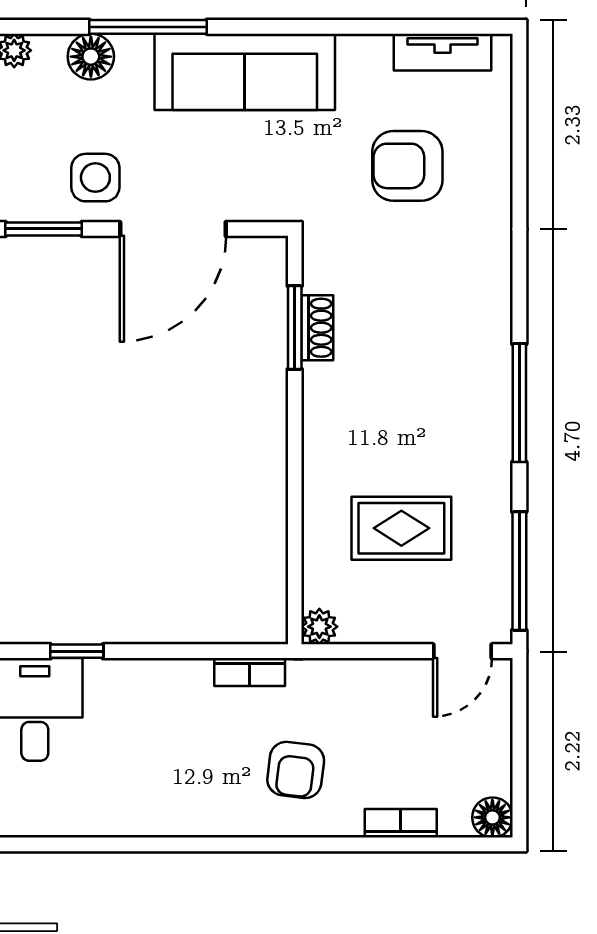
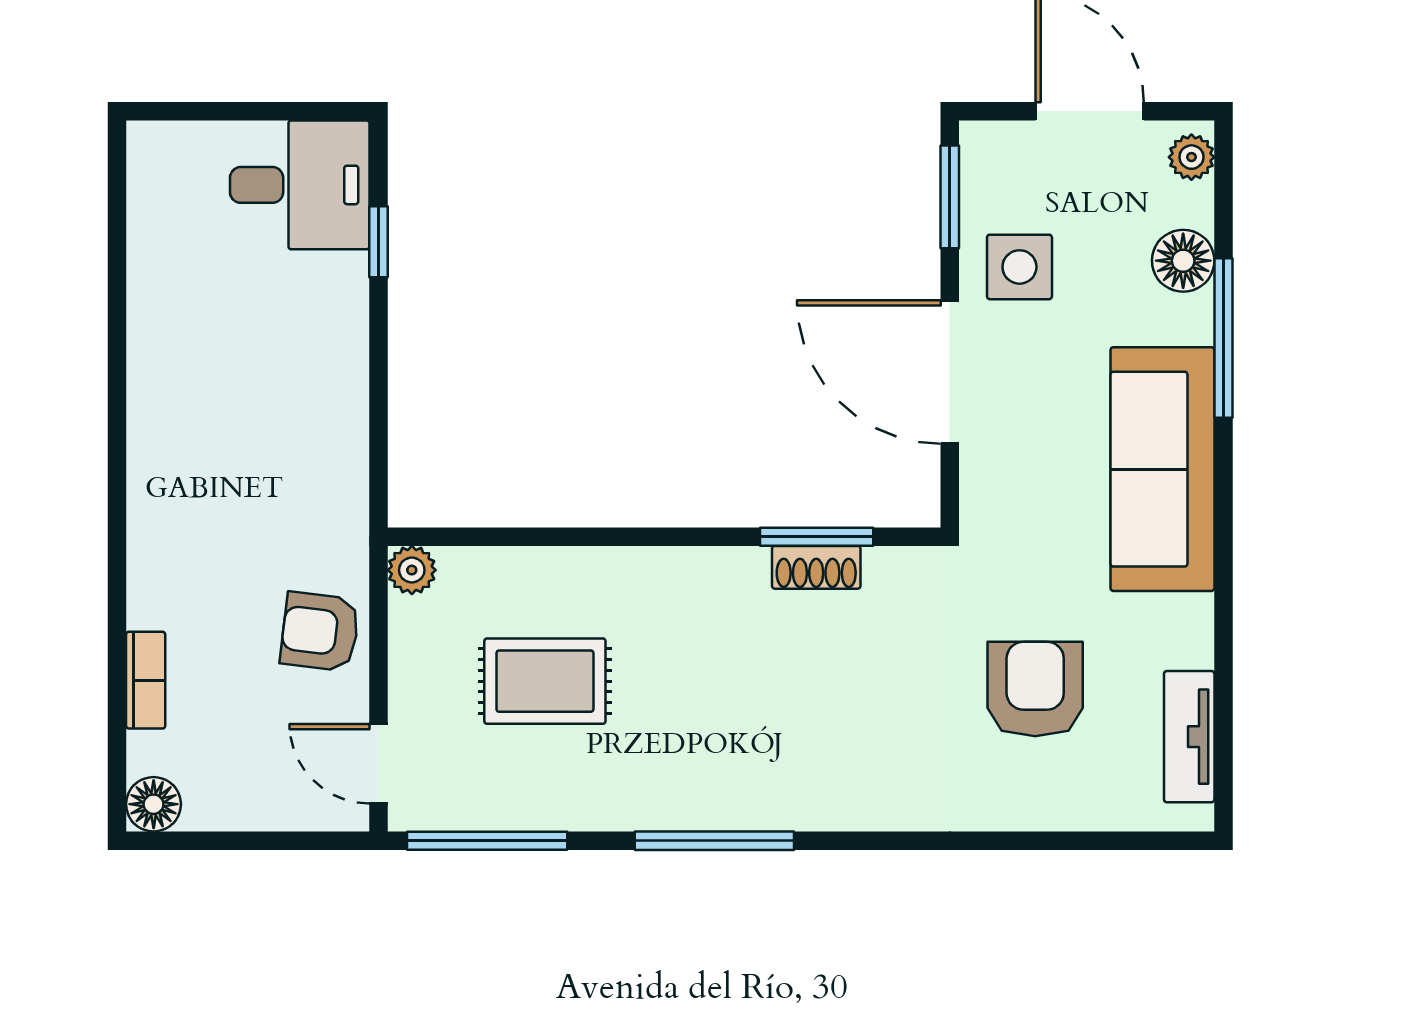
rug: (401, 528) -> (545, 681), turned 90
bookcase: (250, 672) -> (350, 476), removed
armchair: (296, 770) -> (320, 631), moved

